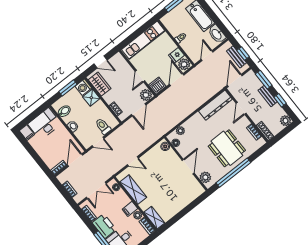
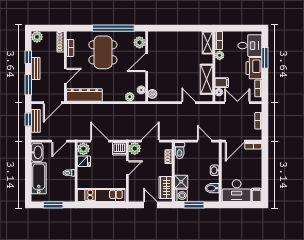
door: (177, 80) -> (100, 141), swing flipped
toilet: (103, 126) -> (180, 151), moved
filing cabinet: (130, 209) -> (222, 83), moved

